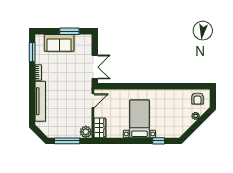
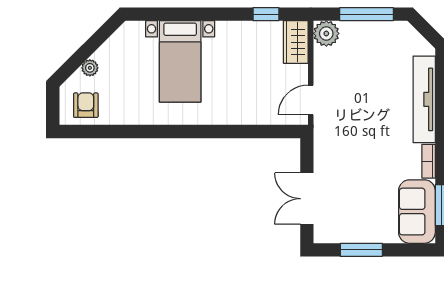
sofa: (59, 43) -> (417, 212), moved, turned -90
double door: (95, 67) -> (307, 199), moved
bed with nightstands: (139, 119) -> (180, 61), moved
window: (159, 141) -> (266, 14), moved

